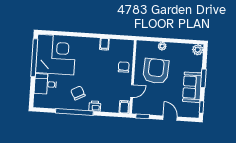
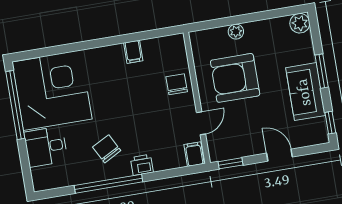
armchair: (156, 71) -> (235, 78), turned -93

